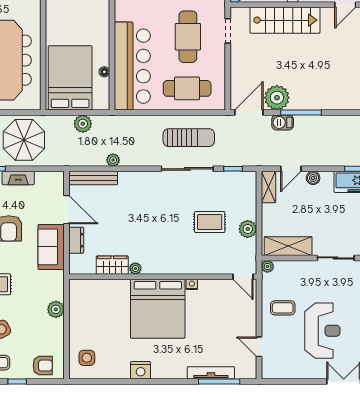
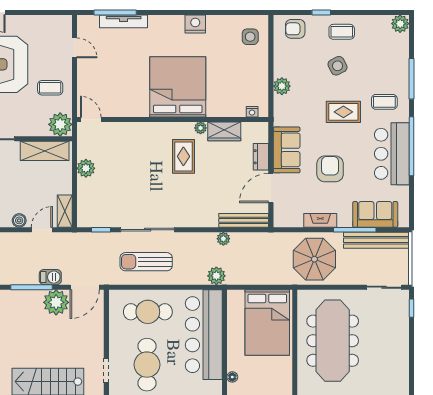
floor lamp: (104, 72) -> (232, 377), moved
plant: (83, 124) -> (216, 276), moved
door: (67, 210) -> (271, 188), hinge flipped
rug: (210, 222) -> (183, 156), moved, turned 90
plant: (267, 267) -> (60, 124), width x1.88, depth x1.88
nightstand: (192, 284) -> (252, 112), moved

